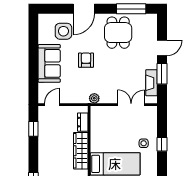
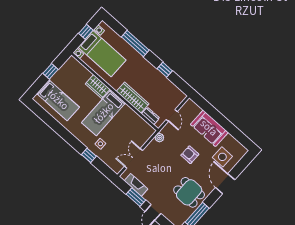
armchair: (86, 60) -> (190, 155), turned 180
door: (52, 105) -> (172, 115), moved
double door: (131, 105) -> (133, 158), swing flipped
window: (33, 129) -> (165, 70), moved

